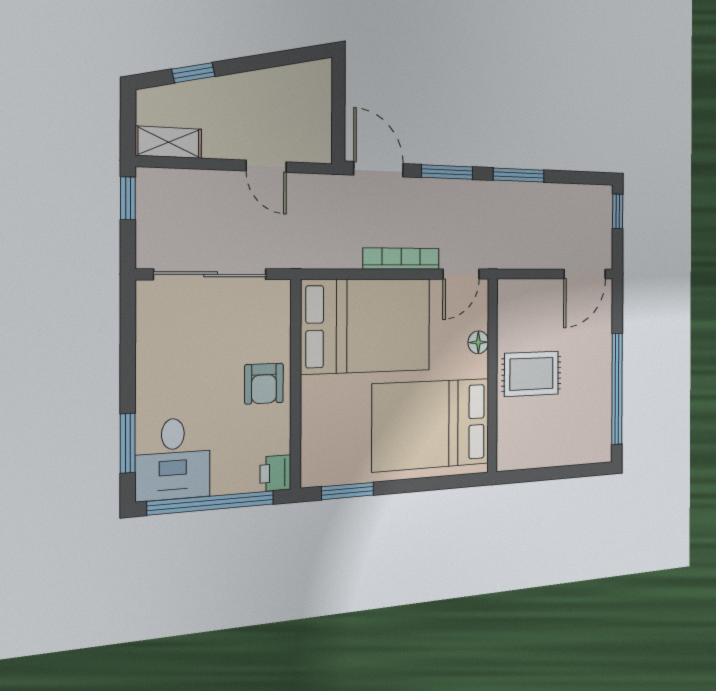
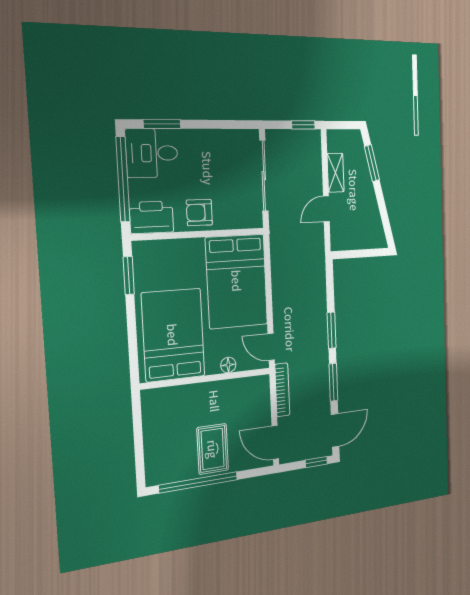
window: (194, 73) -> (372, 163), width x1.50
shelving: (169, 142) -> (336, 173), moved
door: (379, 169) -> (335, 430), moved
bookcase: (401, 259) -> (282, 390), moved
rug: (532, 374) -> (213, 449), moved
printer: (275, 473) -> (152, 217), width x1.87, depth x1.48

